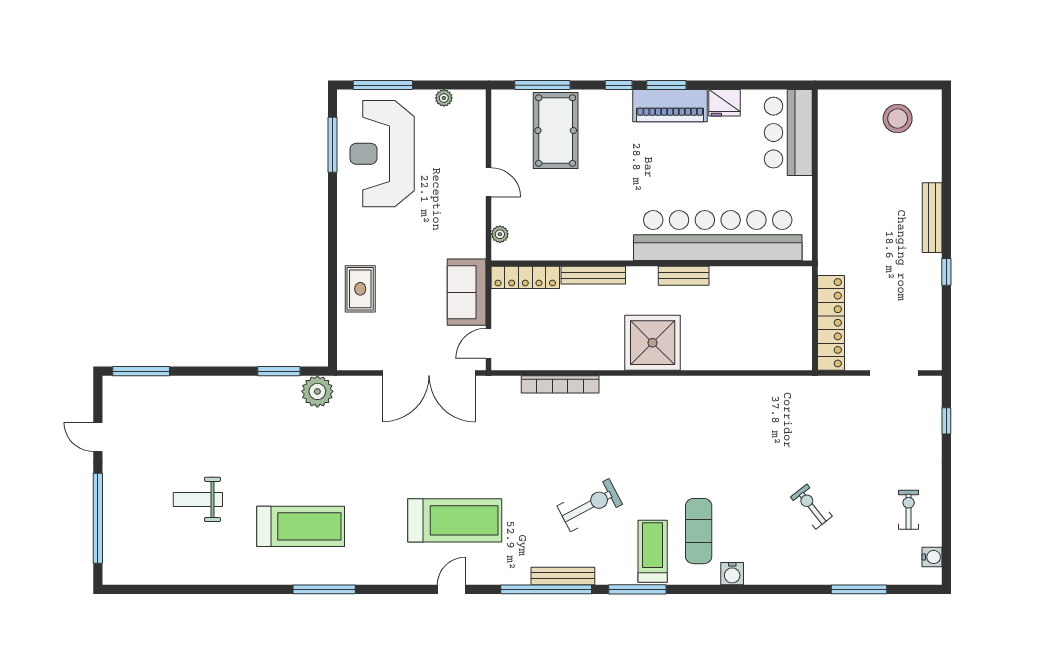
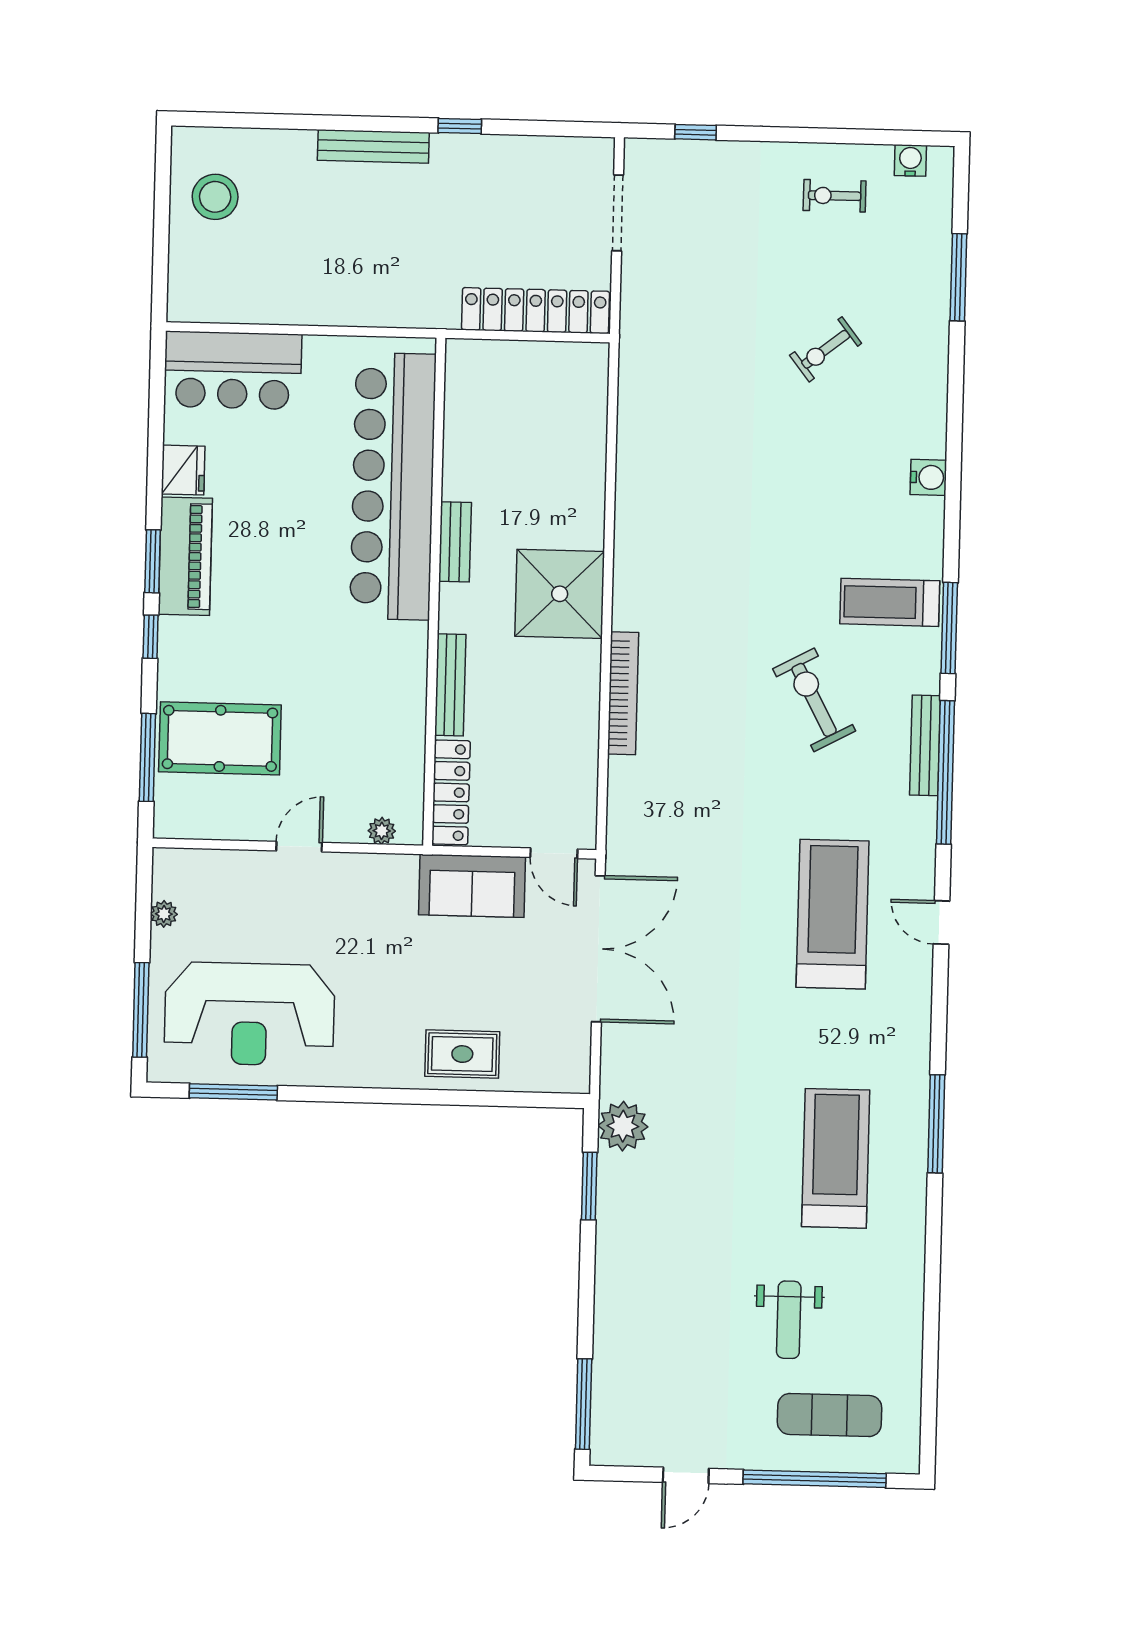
bookcase: (560, 384) -> (623, 693), moved
exercise mat: (699, 531) -> (830, 1415), moved

